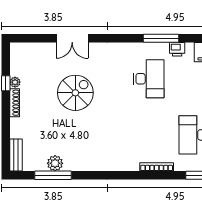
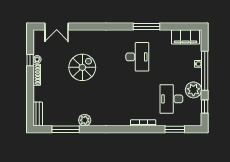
double door: (72, 38) -> (57, 27), moved
printer: (177, 49) -> (159, 35), removed
plant: (55, 163) -> (85, 120), moved

